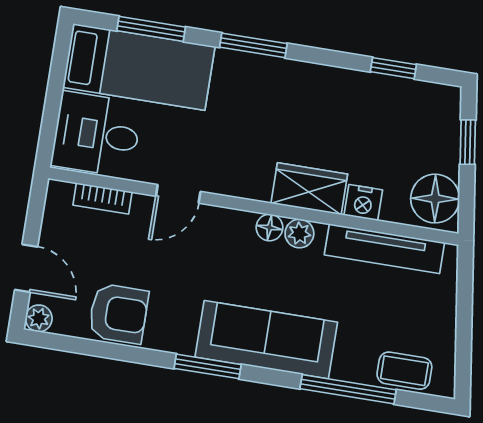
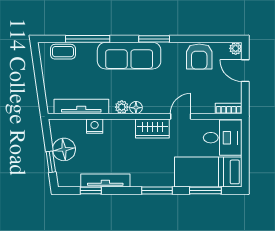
tv unit: (359, 84) -> (105, 180), added
wardrobe: (309, 189) -> (152, 128), moved
bookcase: (103, 198) -> (229, 109), moved
floor lamp: (435, 199) -> (64, 149), moved
armchair: (118, 314) -> (199, 57), turned -90

